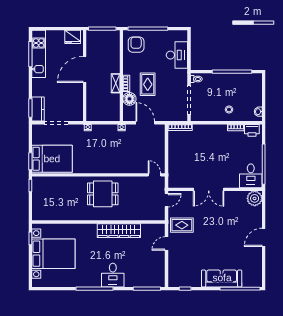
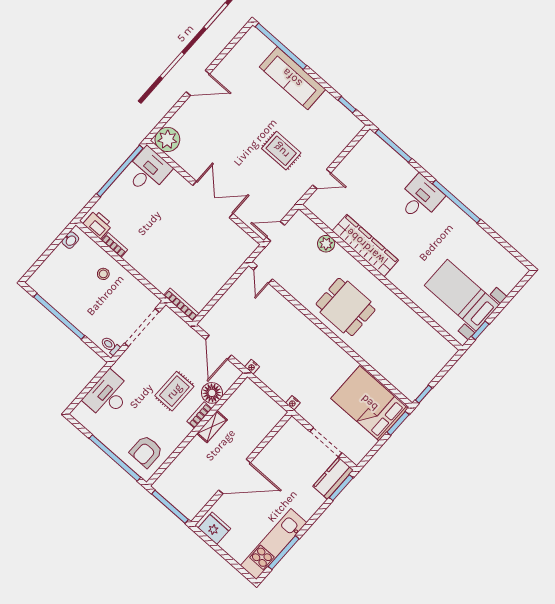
plant: (138, 215) -> (326, 244), added
rug: (182, 225) -> (281, 151), moved
bed with nightstands: (53, 254) -> (462, 295), width x0.73

